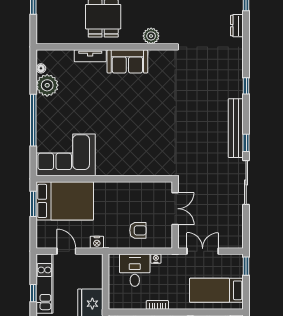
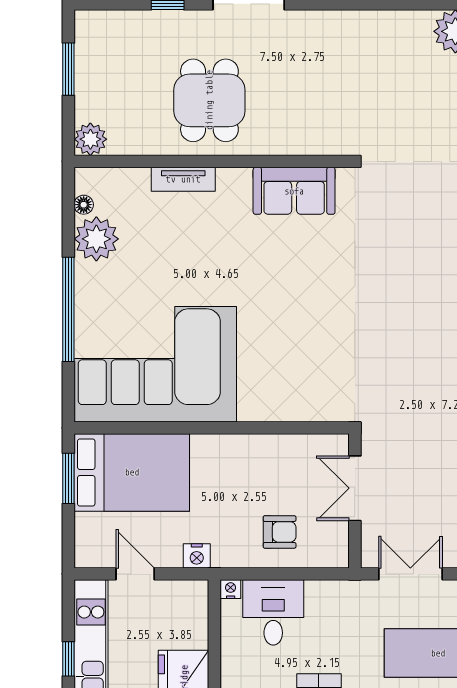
plant: (151, 36) -> (90, 139), moved
sofa: (127, 61) -> (294, 191), moved
corner sofa: (66, 155) -> (155, 364), width x1.36, depth x1.36
double door: (175, 209) -> (355, 488), swing flipped
nightstand: (156, 259) -> (231, 589), moved

